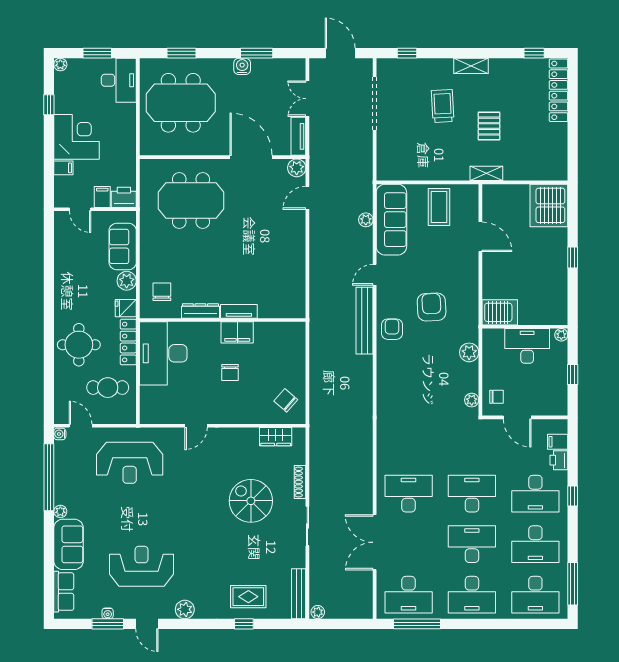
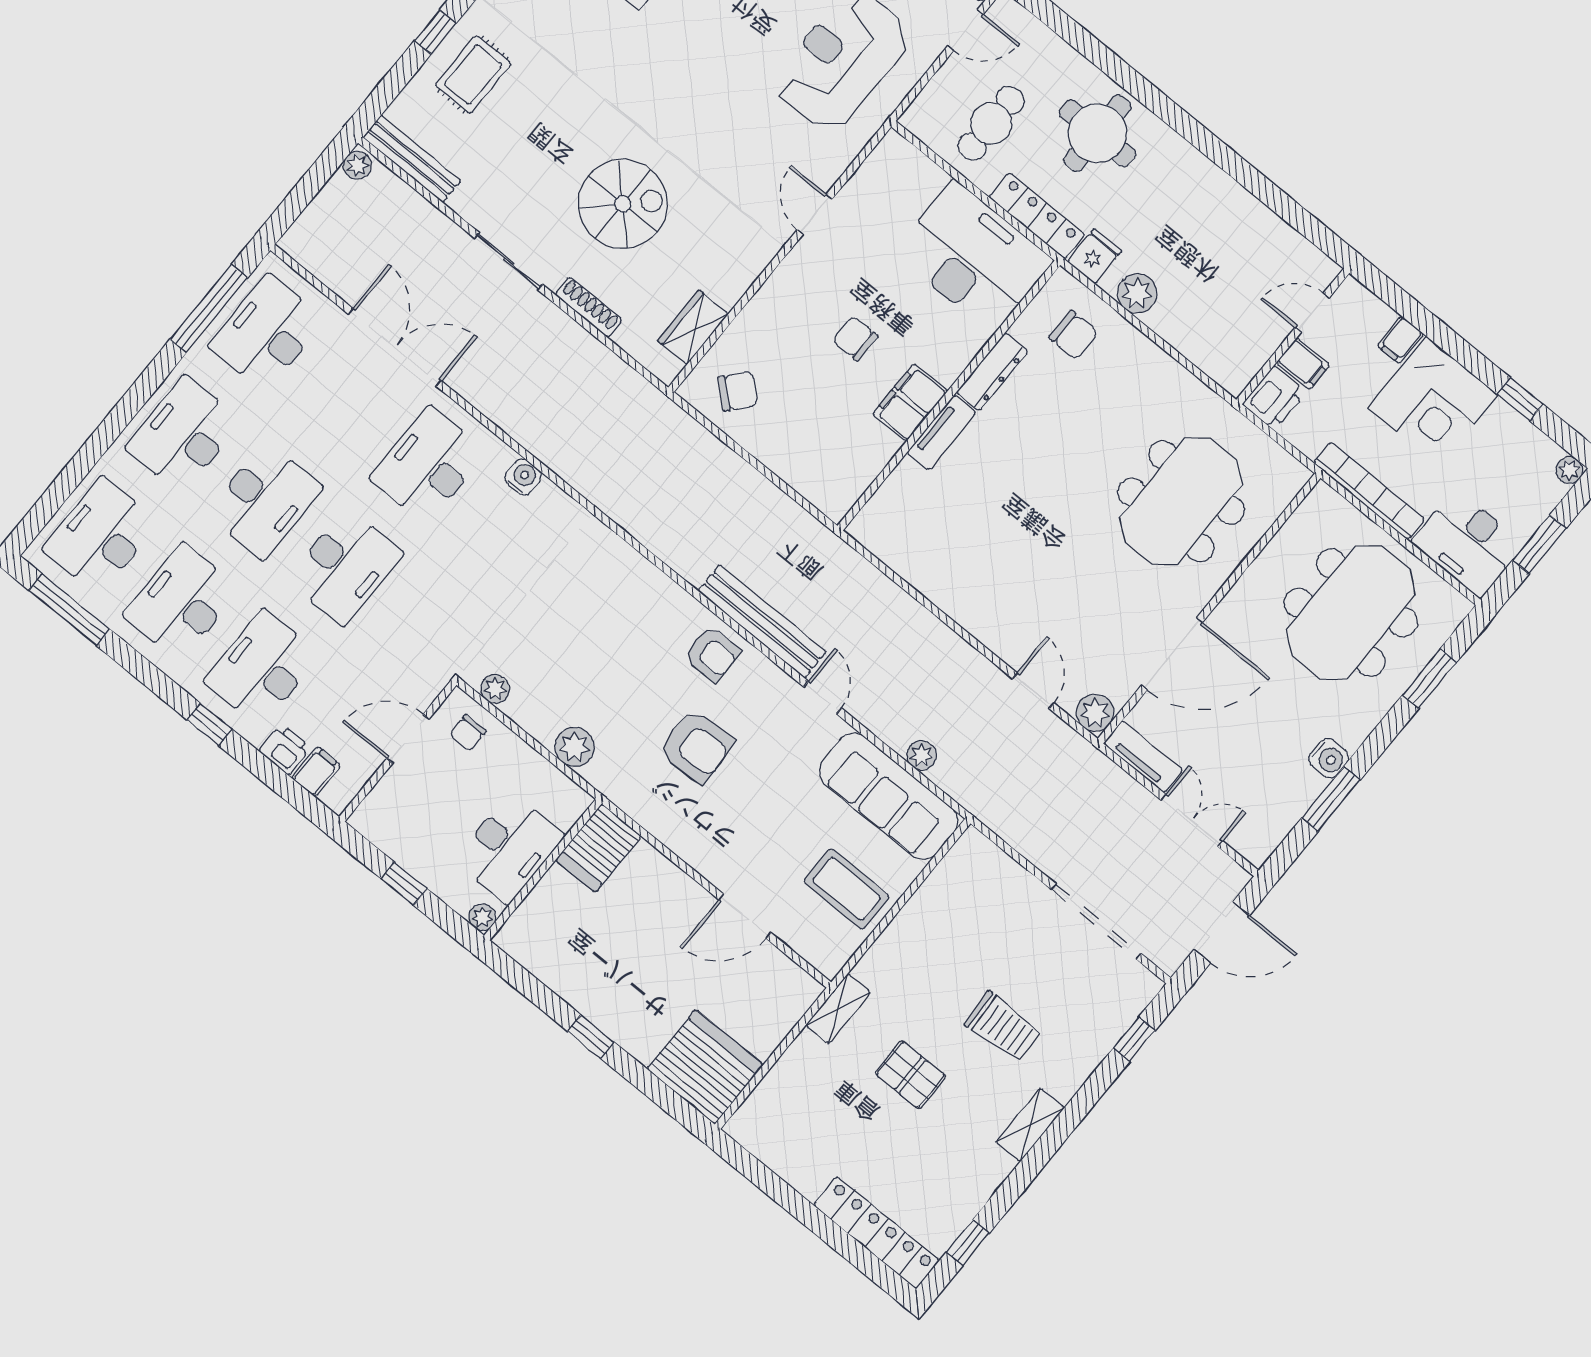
bookcase: (129, 133) -> (1369, 491), added
sofa: (123, 246) -> (1197, 332), removed
water cooler: (384, 455) -> (523, 477), added
desk: (409, 494) -> (428, 465), turned 180

